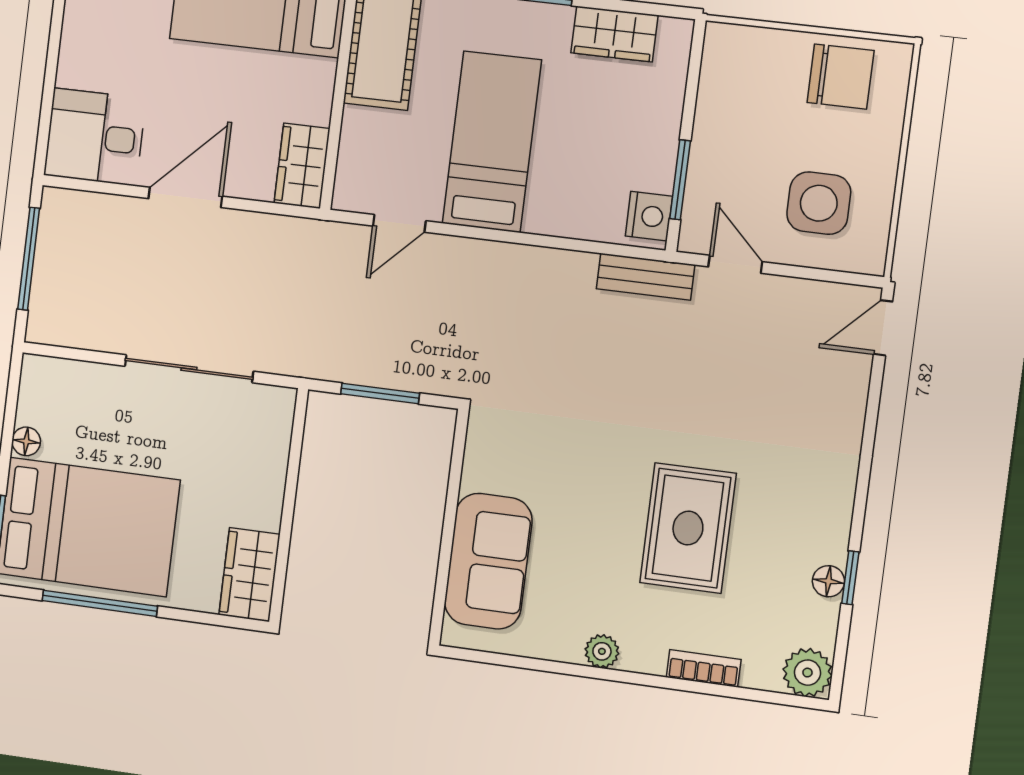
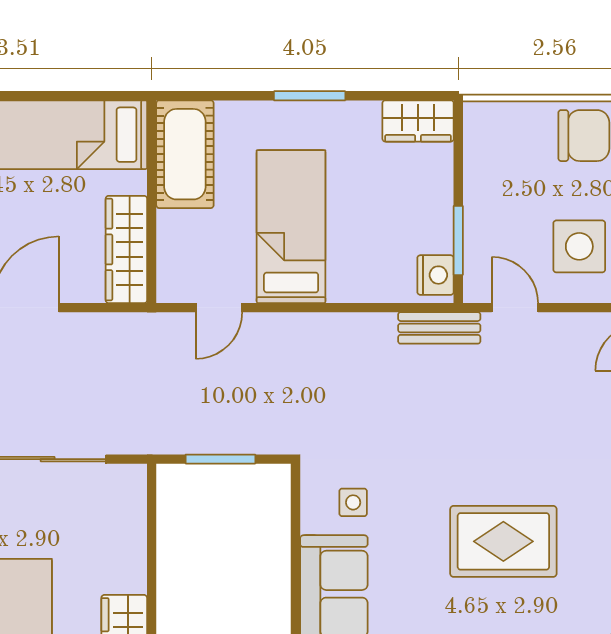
wardrobe: (614, 34) -> (418, 121), moved
wardrobe: (302, 166) -> (126, 249), width x1.50
side table: (523, 461) -> (353, 502), added
rug: (688, 528) -> (503, 541), turned 90

